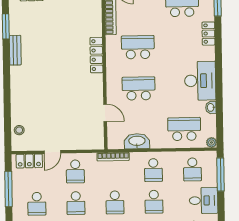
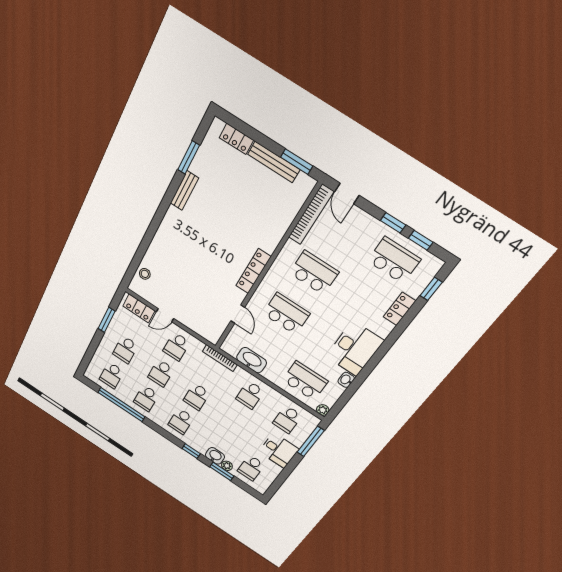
locker: (96, 55) -> (253, 271), moved
window: (9, 189) -> (107, 320), width x0.69
school desk: (154, 202) -> (233, 420), removed

